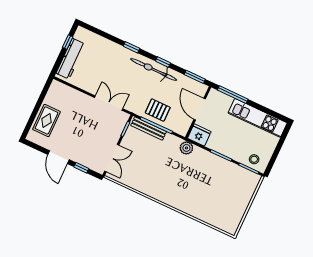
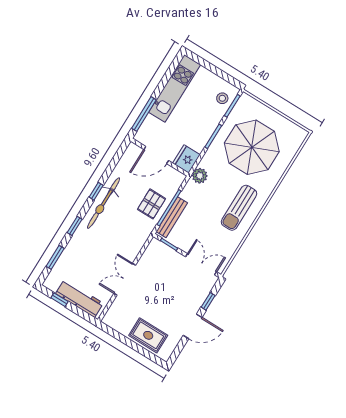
window: (195, 77) -> (55, 257), moved
double door: (109, 103) -> (125, 279), moved
sun lounger: (163, 184) -> (239, 208), added
parasol: (216, 189) -> (252, 147), added

